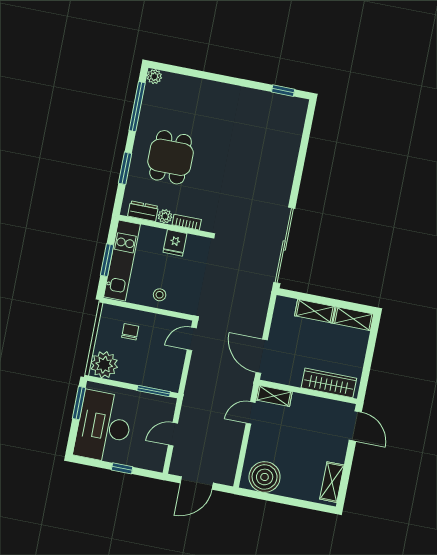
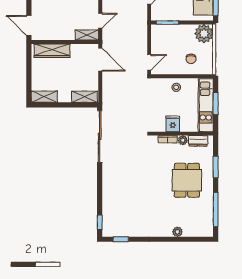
plant: (154, 77) -> (177, 232), moved
window: (309, 121) -> (100, 222), added
shelving: (315, 311) -> (84, 97), moved

